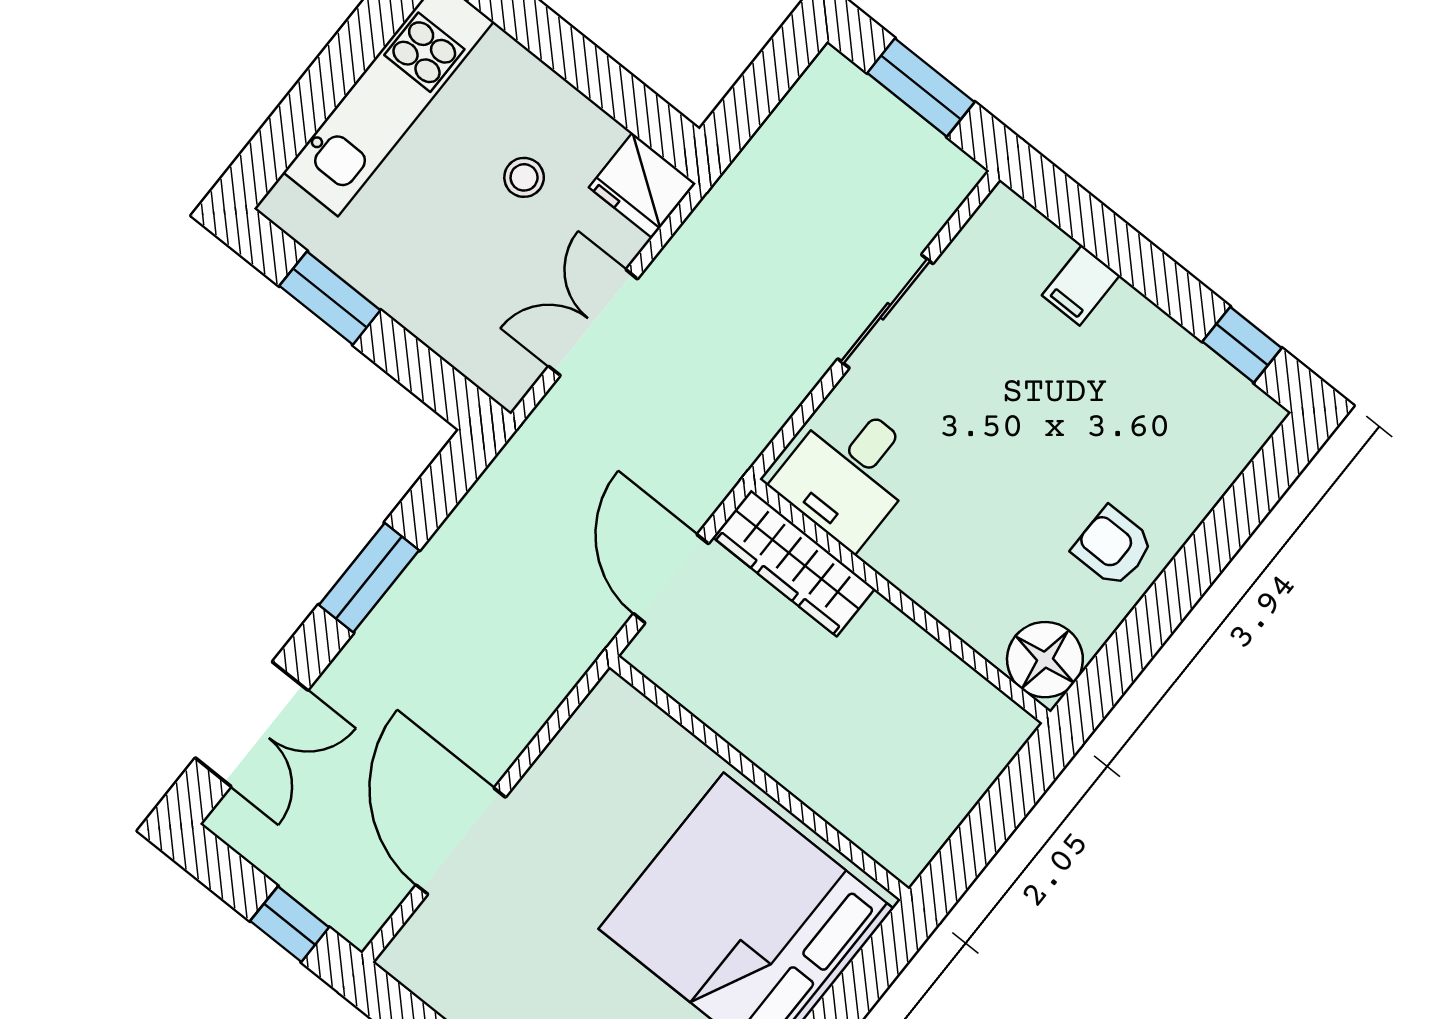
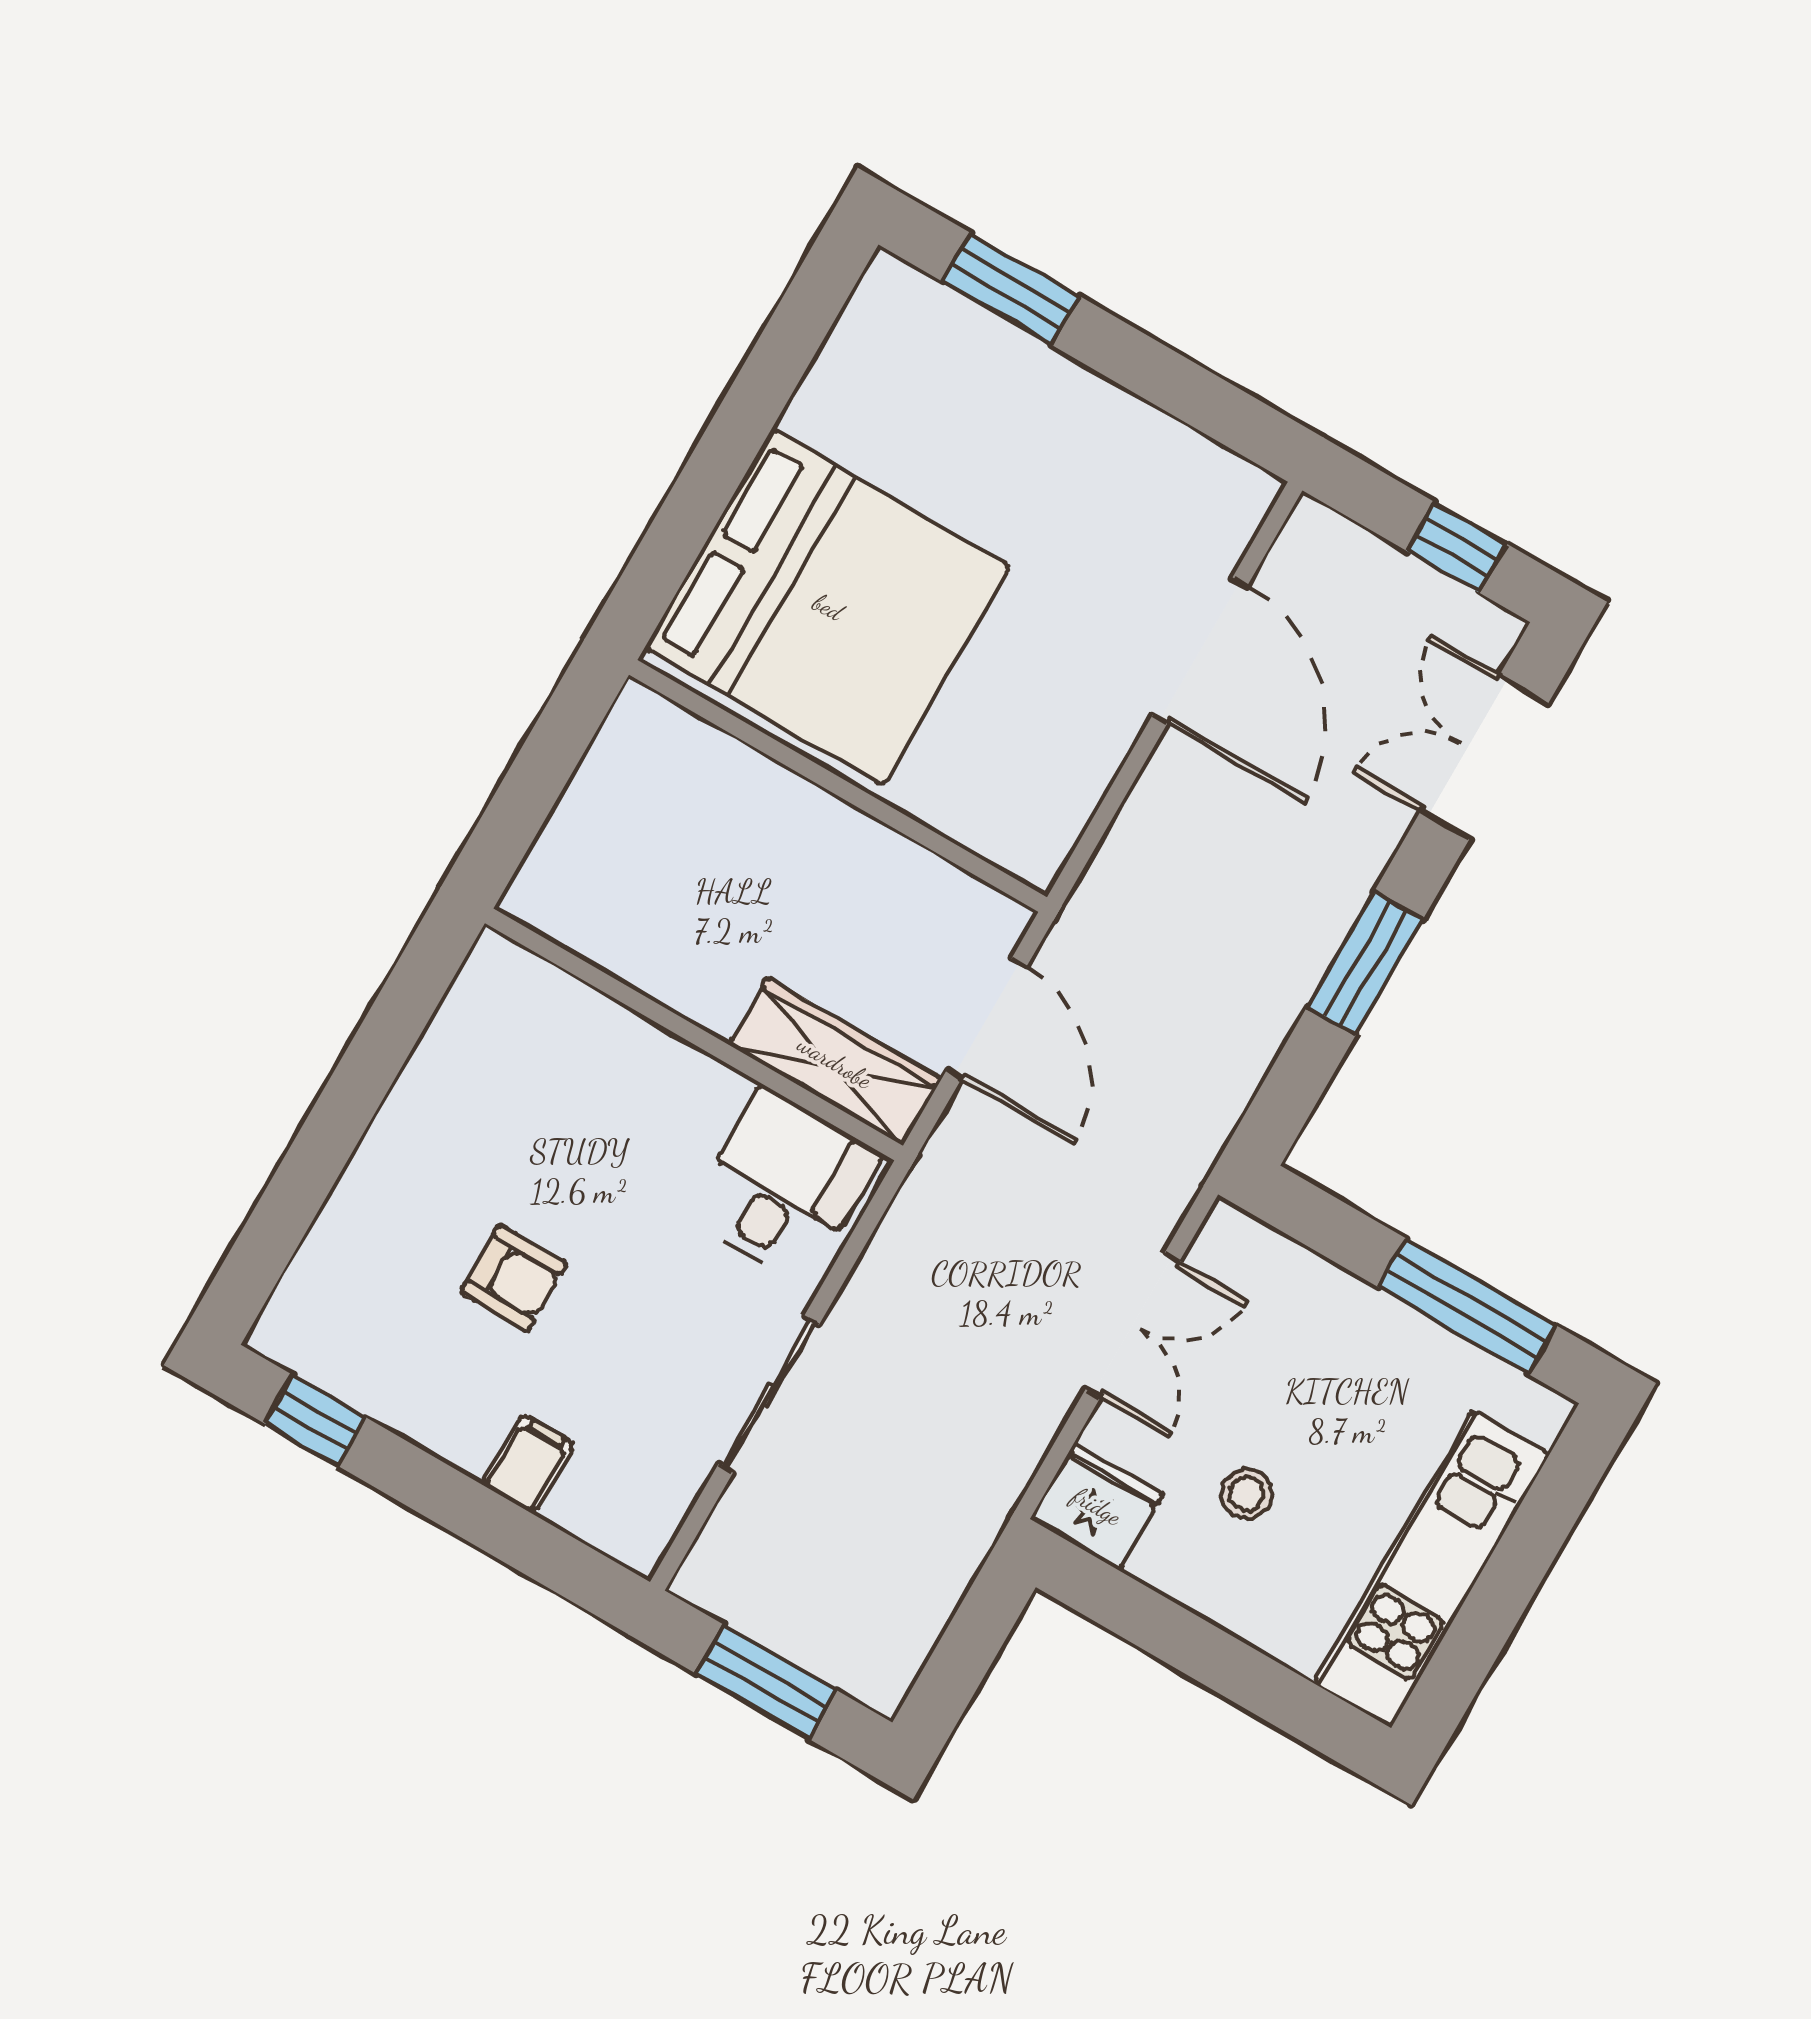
window: (330, 298) -> (1467, 1306), width x1.44
armchair: (1113, 547) -> (514, 1278), moved
floor lamp: (1045, 660) -> (502, 988), removed
window: (290, 924) -> (1456, 547), moved

